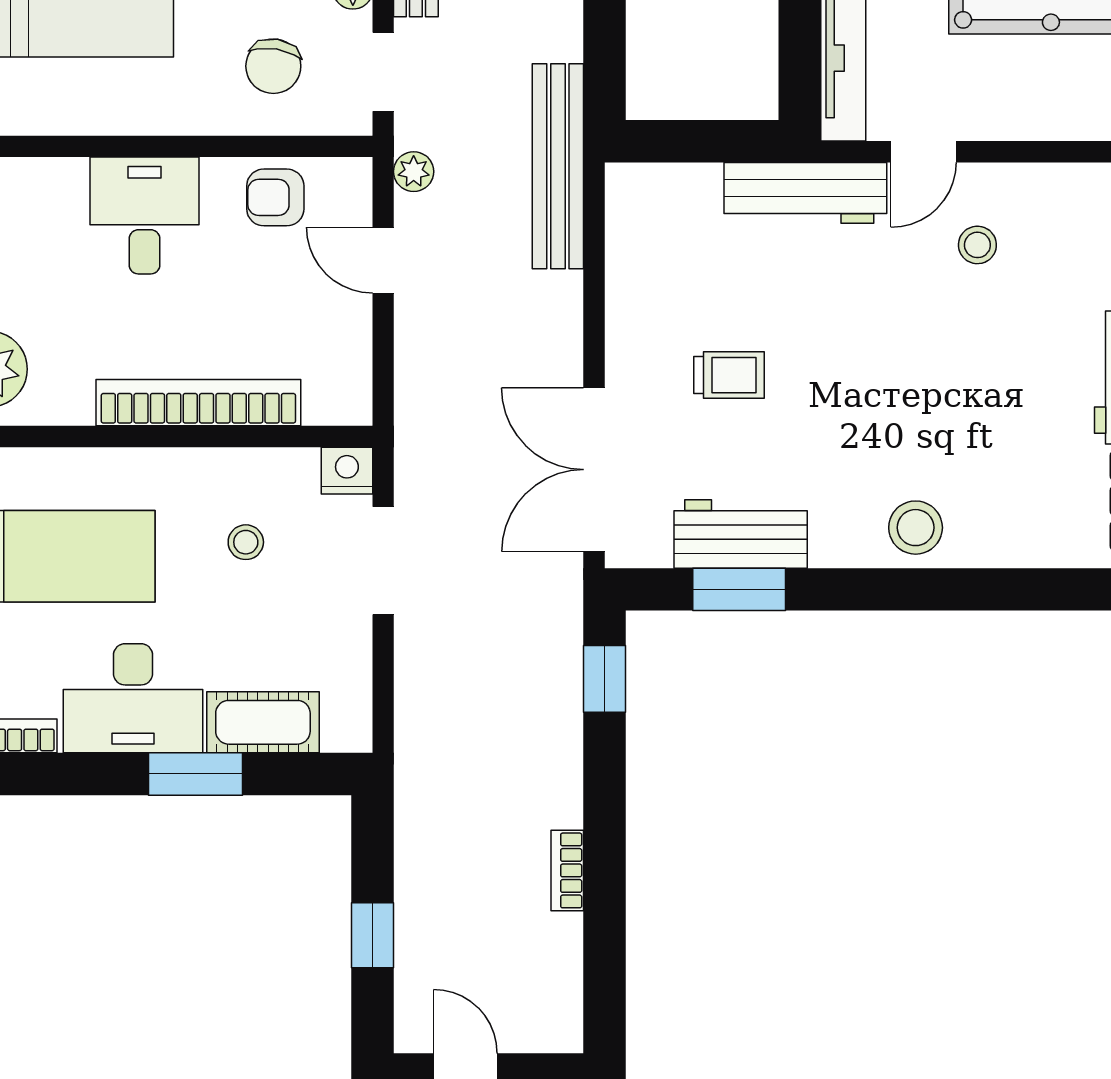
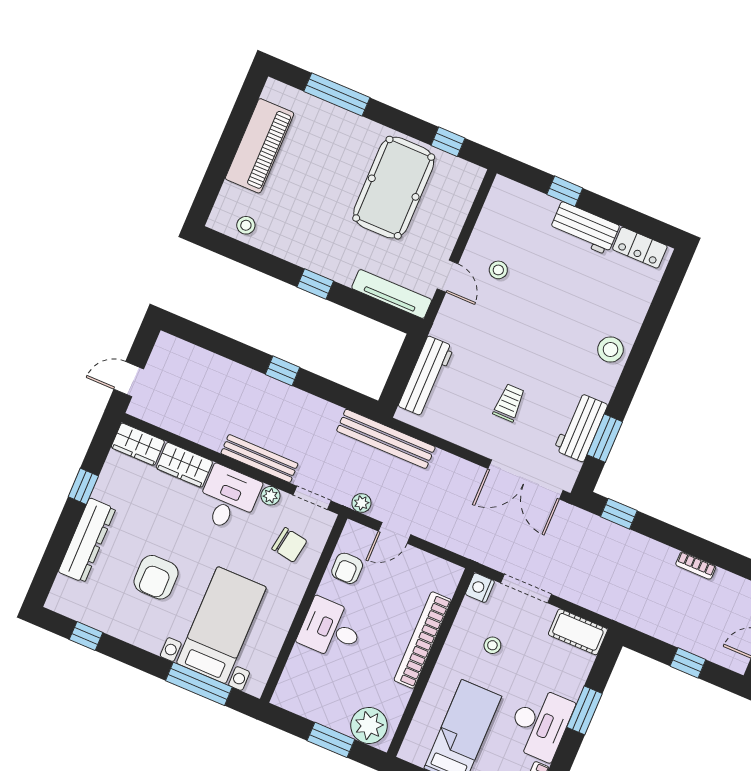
workbench: (805, 193) -> (426, 376), moved
cot: (263, 722) -> (578, 632), moved, turned 90

